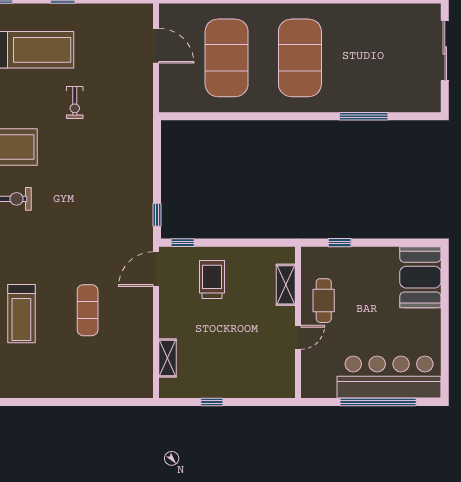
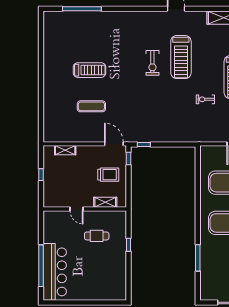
booth: (420, 277) -> (110, 289), removed
shelving: (286, 285) -> (105, 202), moved
treadmill: (21, 314) -> (89, 70), turned 180
wall: (298, 322) -> (85, 209), moved
door: (298, 337) -> (77, 209), moved

